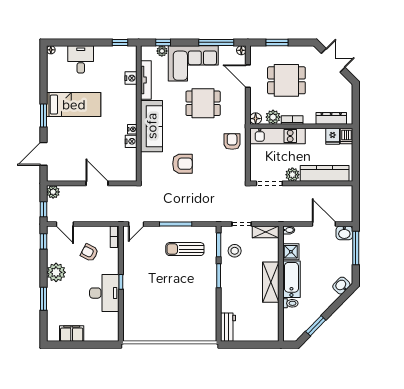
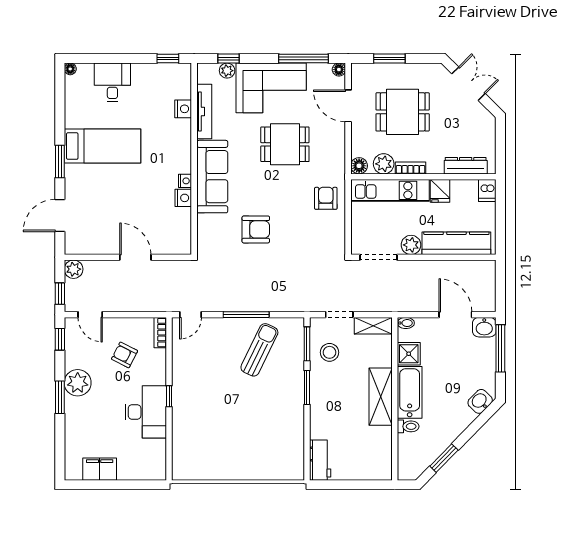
fridge: (333, 136) -> (440, 191), moved
sun lounger: (185, 249) -> (259, 350), turned 116
window: (43, 299) -> (60, 397), moved

